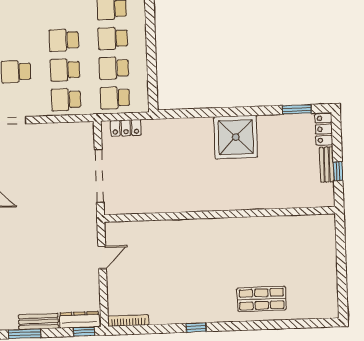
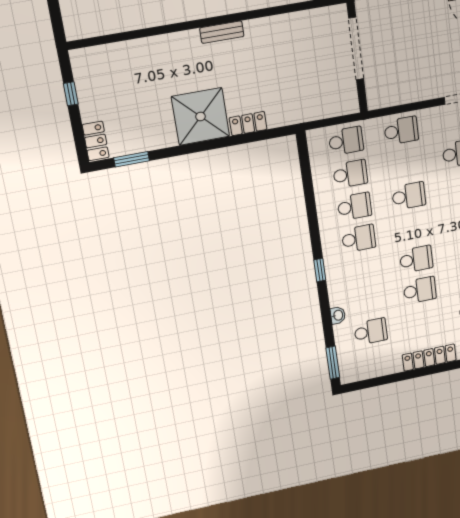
school desk: (65, 70) -> (405, 164), removed
locker: (126, 128) -> (248, 124), moved
bench: (327, 165) -> (222, 32), moved, turned 90

